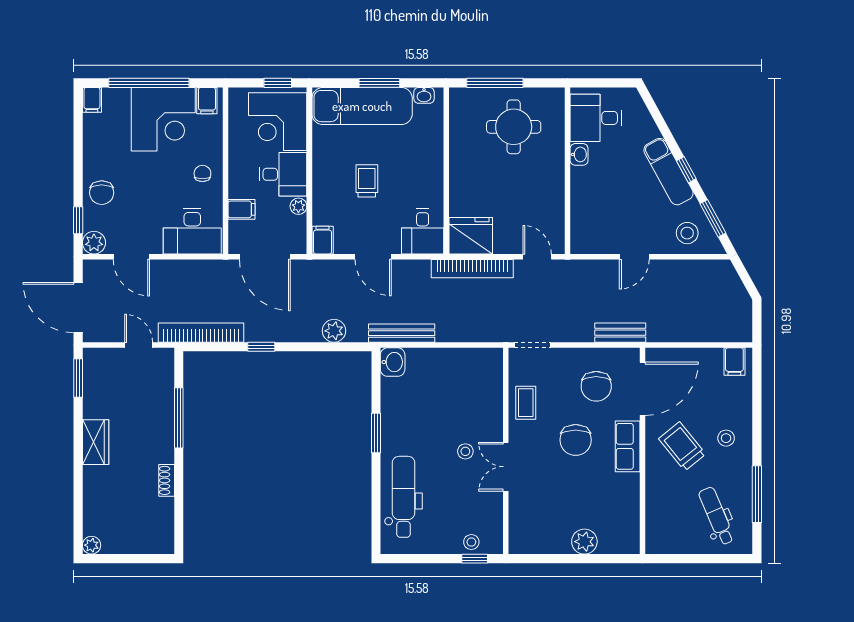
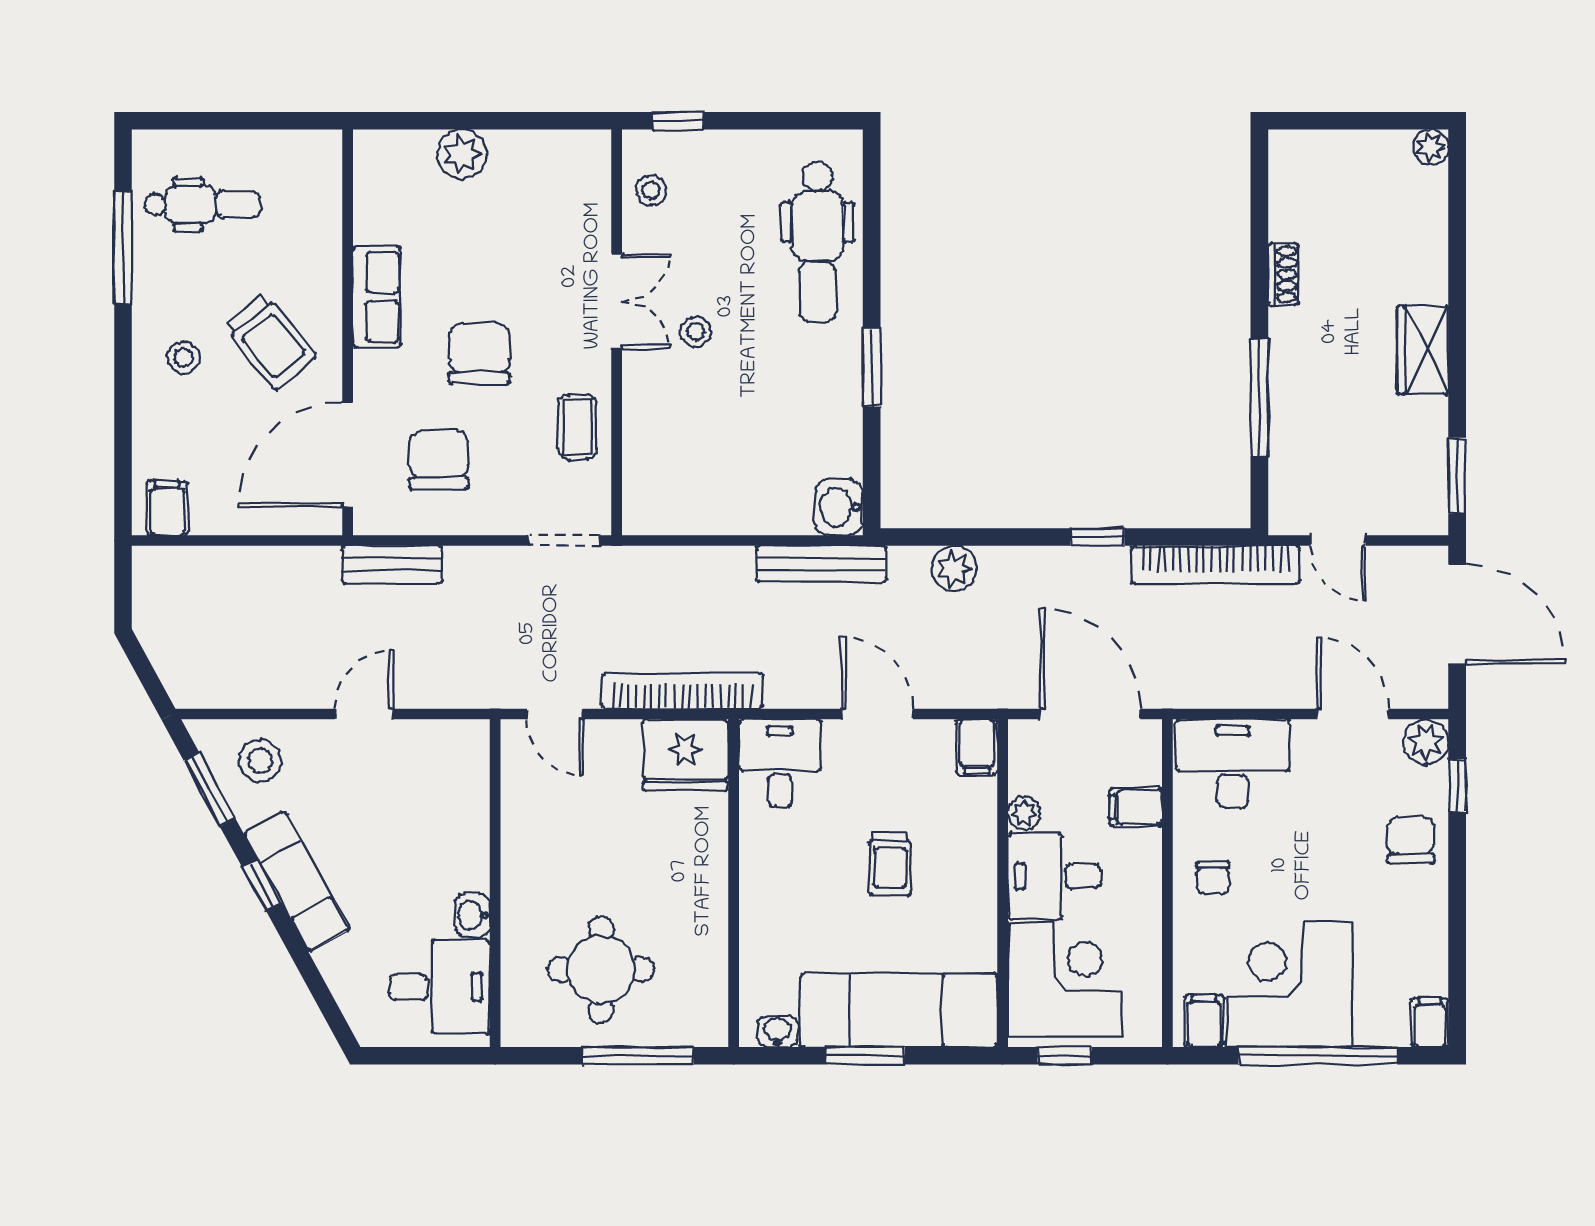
row of seats: (628, 446) -> (377, 297), moved
dental chair: (717, 516) -> (202, 204), turned -67
stool: (471, 542) -> (651, 190), moved

